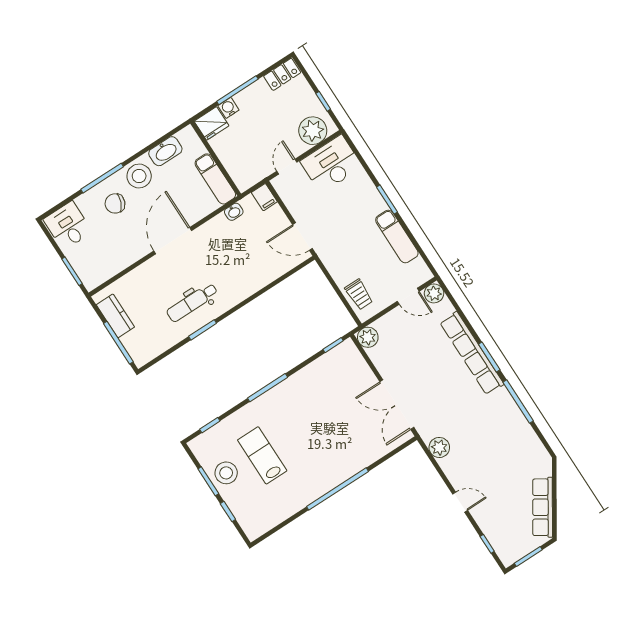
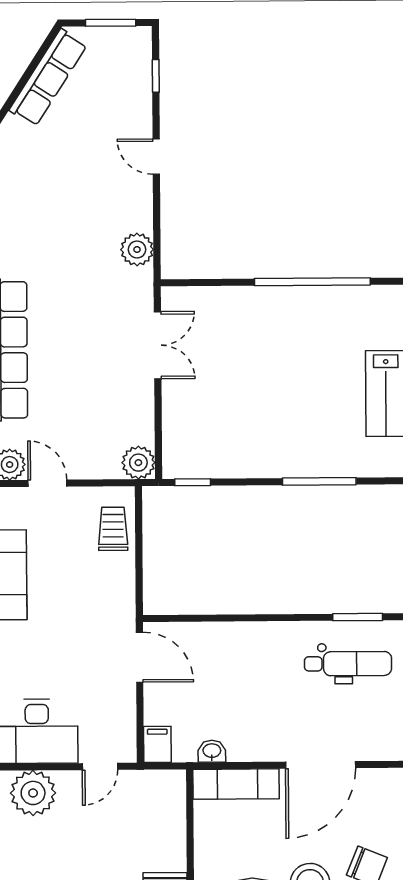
exam couch: (215, 179) -> (236, 784), moved, turned 90
double door: (397, 405) -> (158, 345), width x0.73

